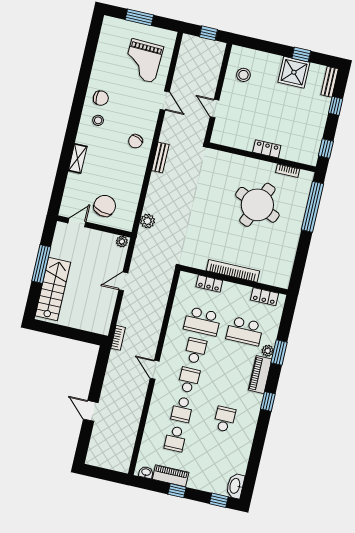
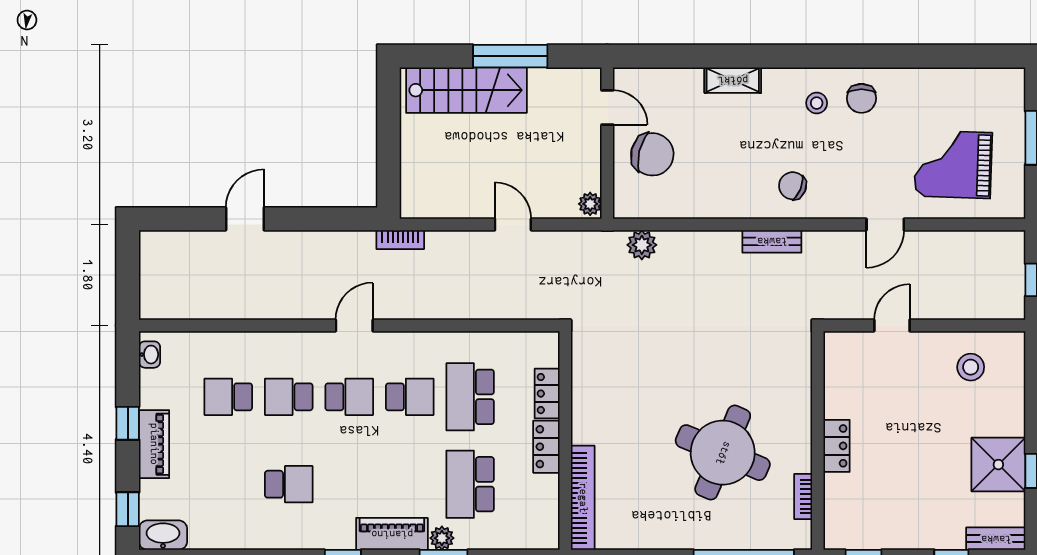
bookcase: (233, 271) -> (583, 498), moved
locker: (264, 297) -> (546, 447), moved
piano: (171, 476) -> (154, 444), moved

